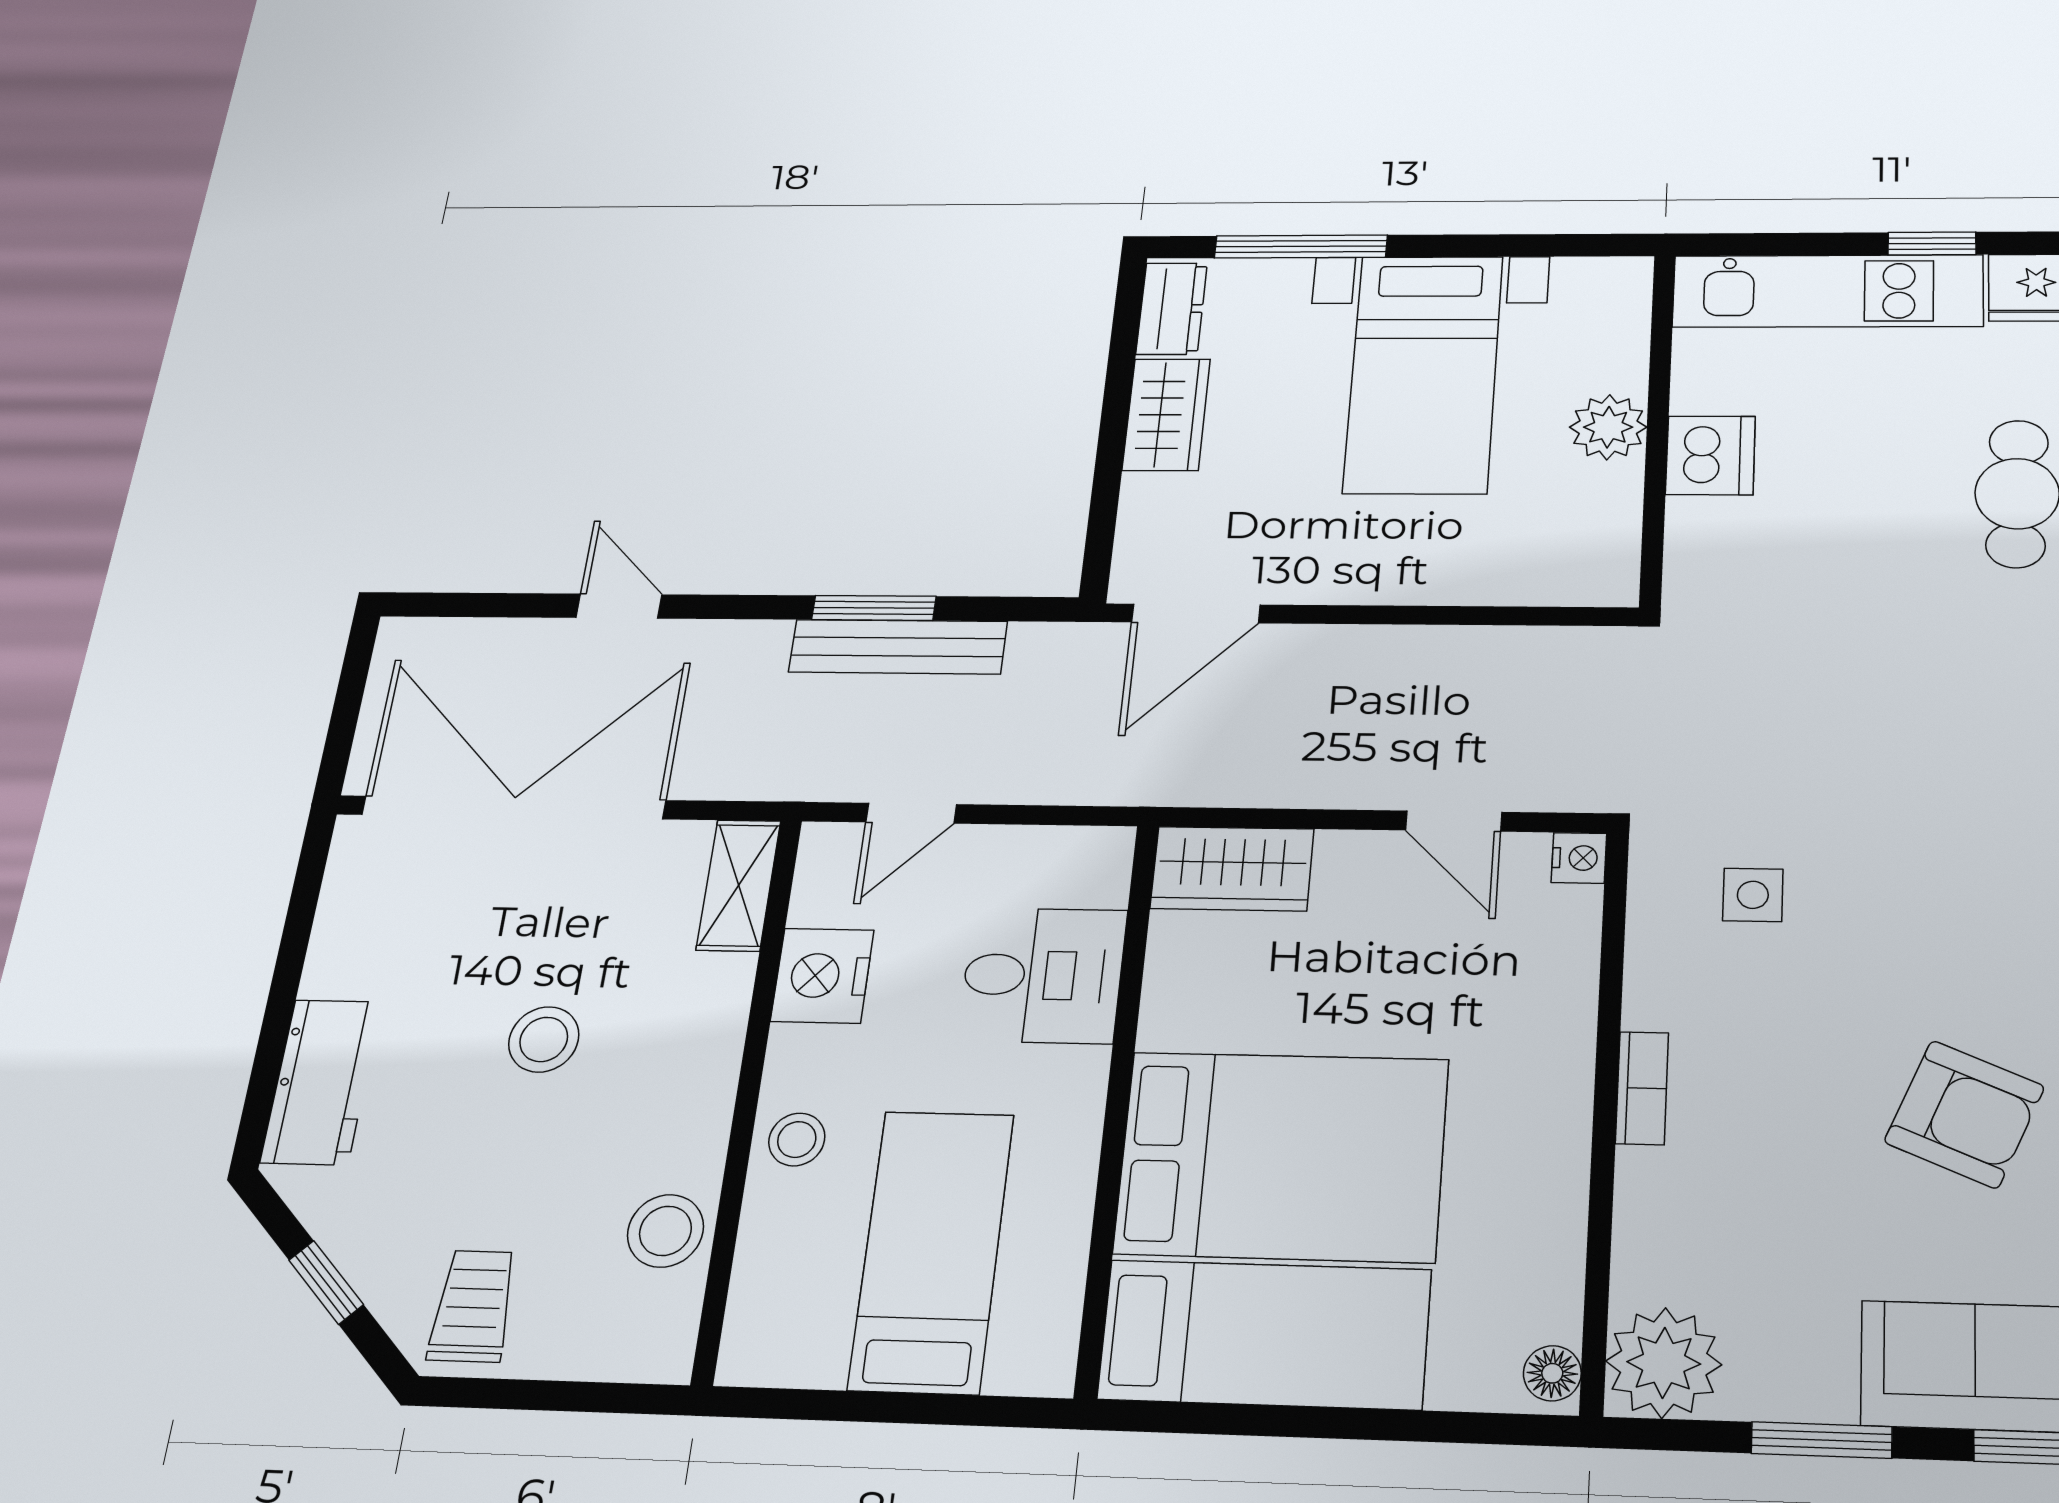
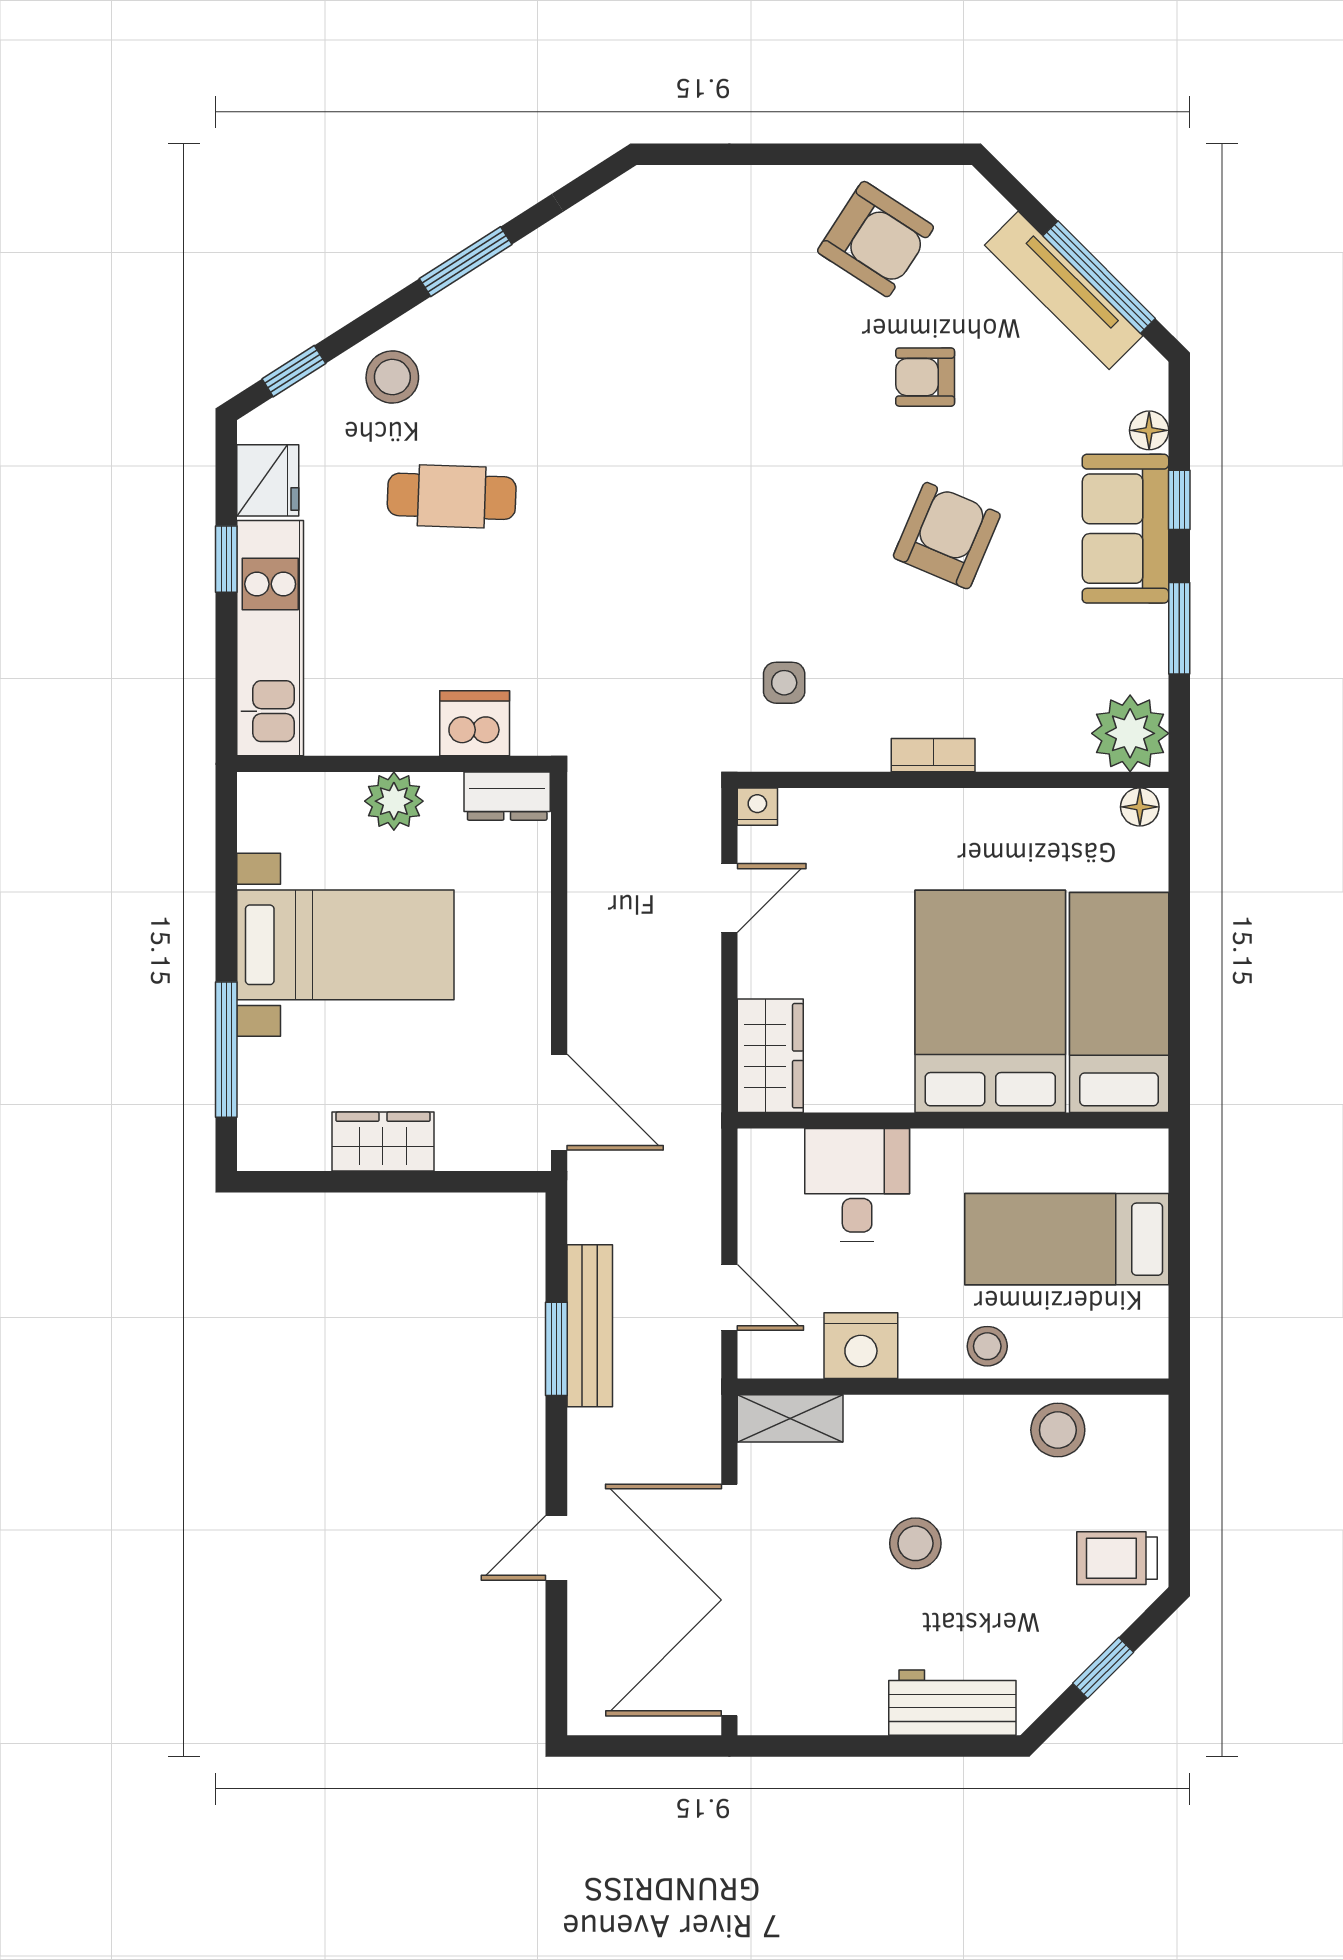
dresser: (1172, 309) -> (507, 796), moved, turned 180
dishwasher: (1710, 455) -> (475, 723), moved

